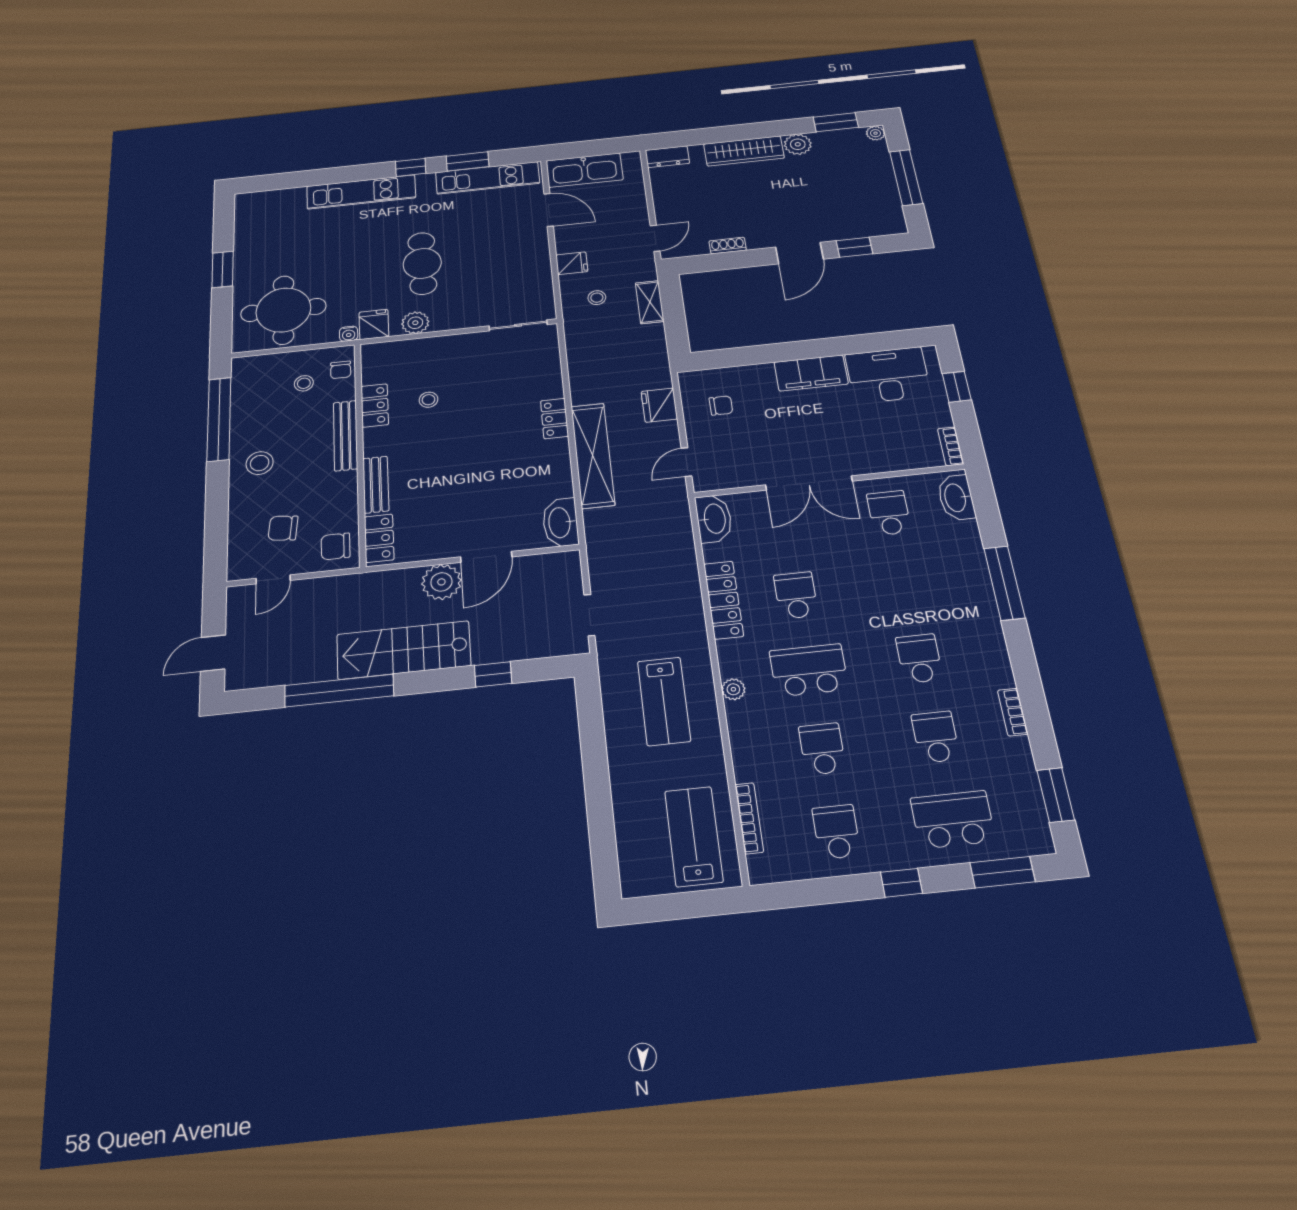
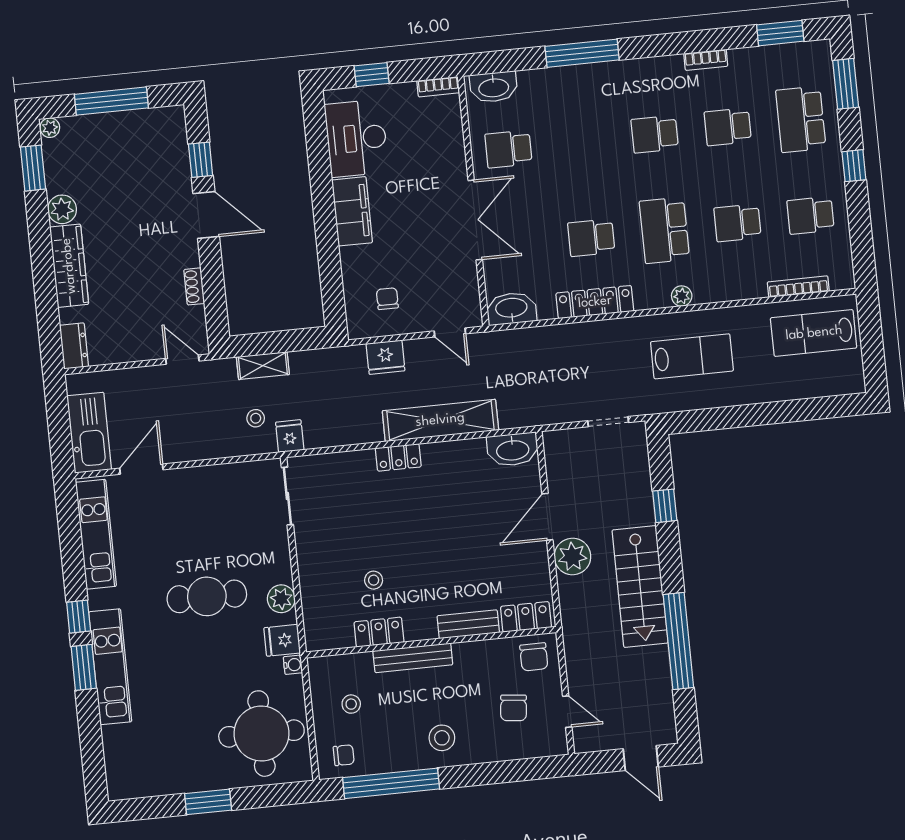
window: (468, 161) -> (84, 667), moved
fridge: (572, 263) -> (290, 436), moved
chair: (341, 370) -> (344, 755), moved
door: (486, 557) -> (547, 517), swing flipped

